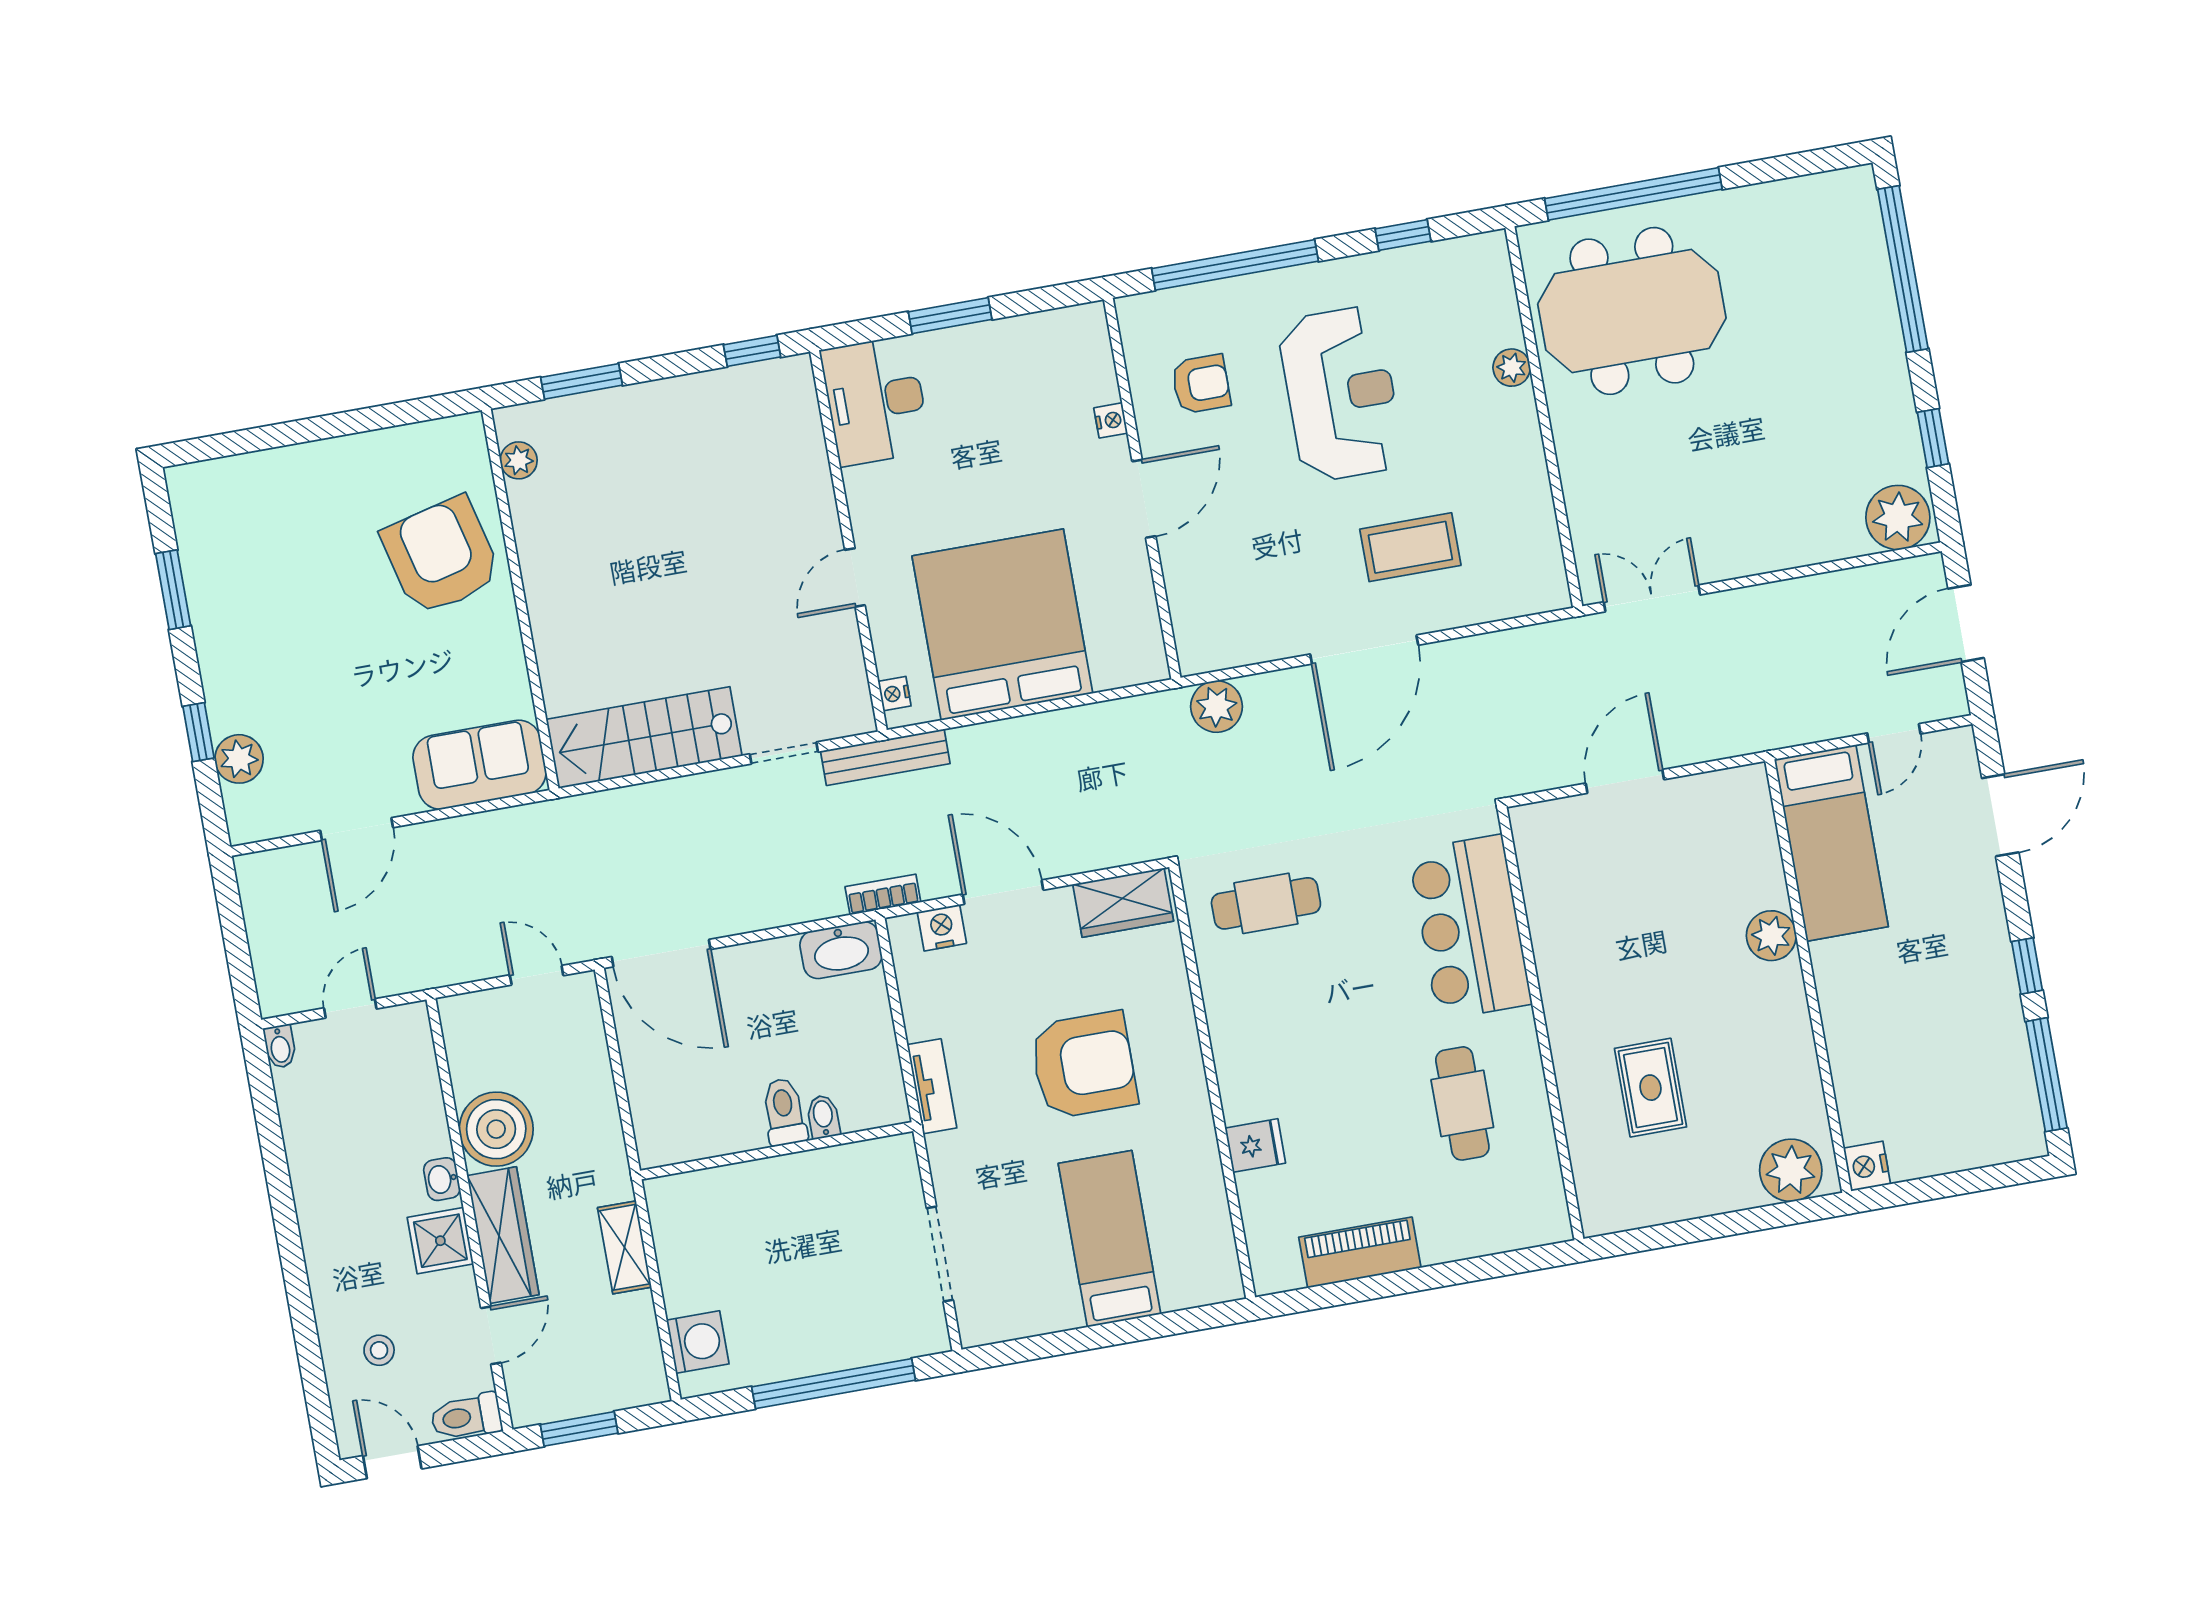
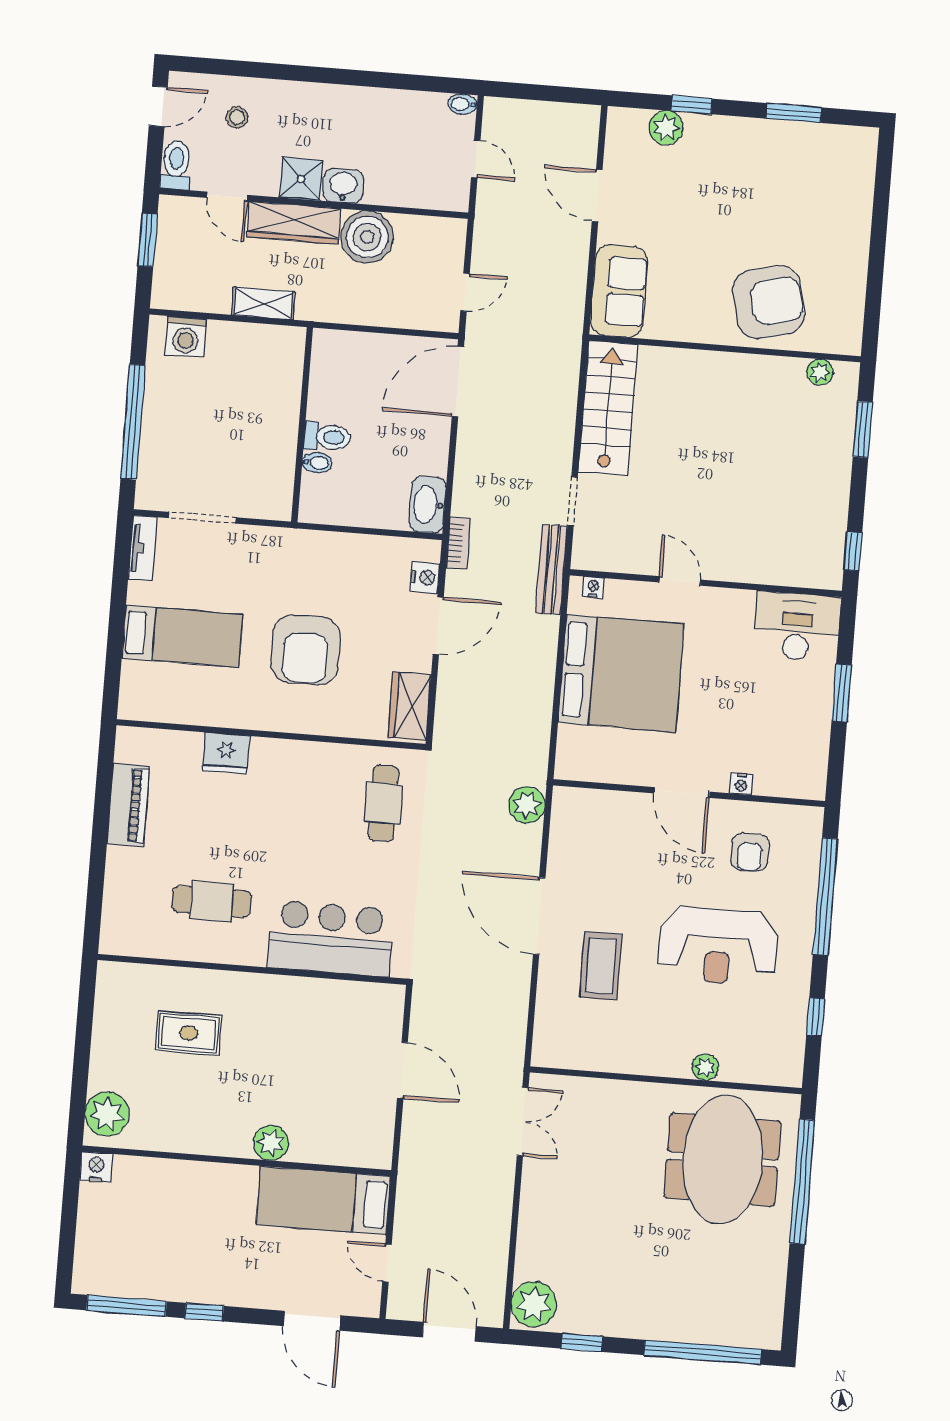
tv unit: (932, 1086) -> (143, 548), moved, turned -90
fridge: (1255, 1146) -> (226, 753), width x1.38
washbasin: (442, 1179) -> (343, 186), width x1.38, depth x1.45

